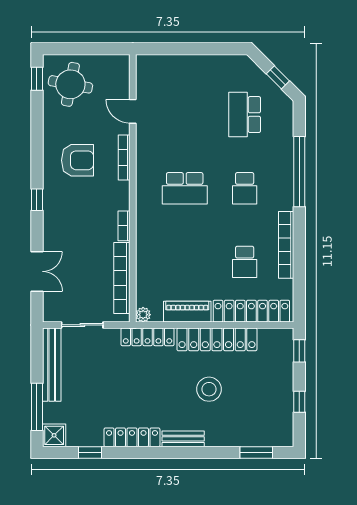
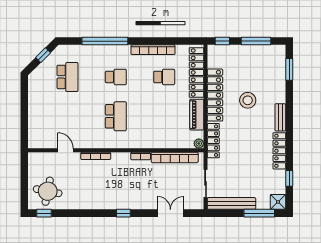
door: (133, 111) -> (65, 150), swing flipped
school desk: (245, 115) -> (68, 77), turned -90
armchair: (78, 160) -> (98, 187), removed
window: (299, 402) -> (256, 41), width x2.17

